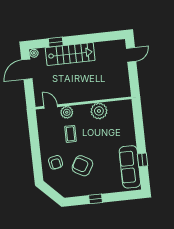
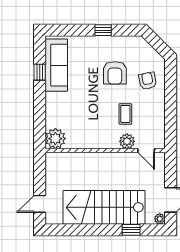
stairs: (70, 54) -> (104, 207), width x1.36, depth x1.51
plant: (99, 111) -> (55, 139), moved
armchair: (82, 166) -> (115, 73), turned 60

